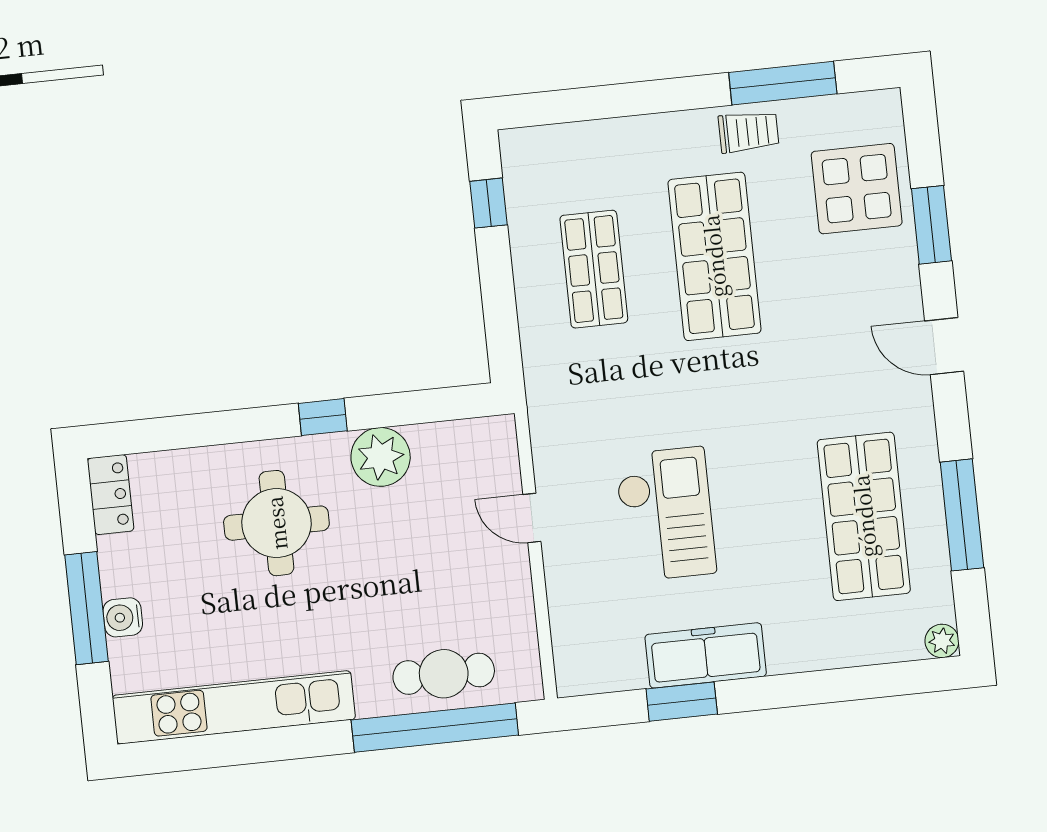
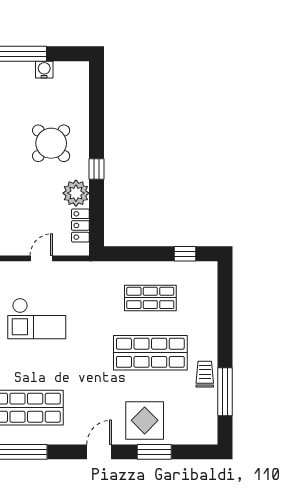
trolley: (749, 132) -> (205, 374), turned 180
display table: (857, 189) -> (145, 420), moved
locker: (111, 495) -> (80, 225), moved, turned 90
round table: (276, 523) -> (51, 143), turned 45
water cooler: (123, 617) -> (44, 70), moved

